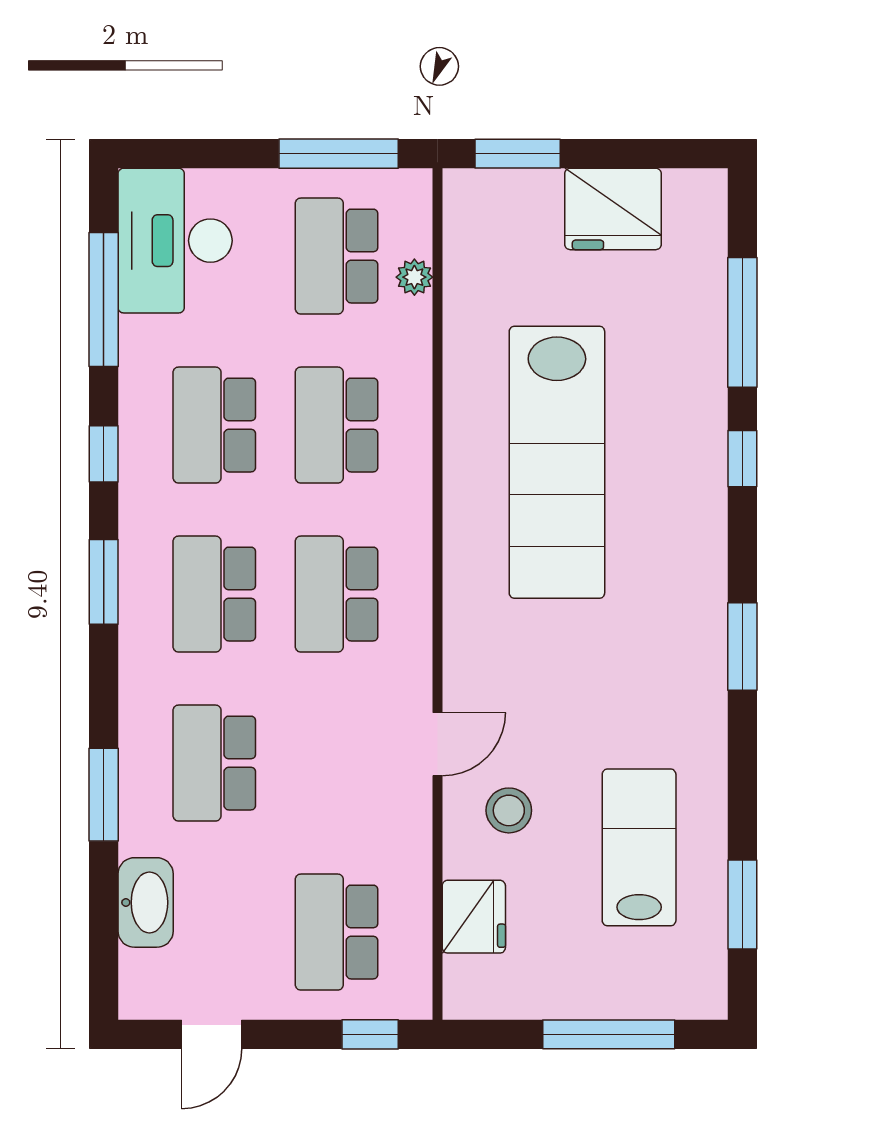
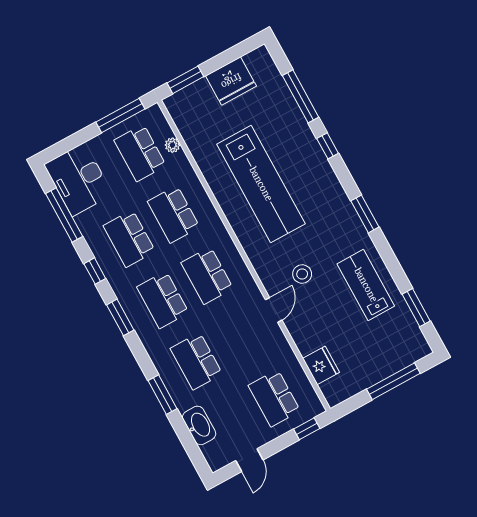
stool: (509, 810) -> (302, 274), moved
lab bench: (639, 847) -> (366, 285), moved

